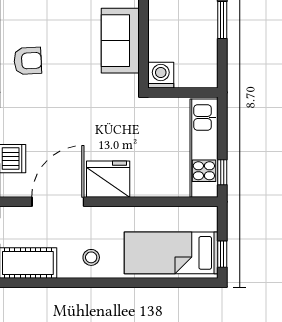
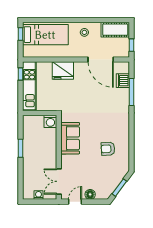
armchair: (28, 61) -> (108, 149), moved
fridge: (108, 179) -> (63, 71), moved
door: (58, 202) -> (101, 60), hinge flipped

